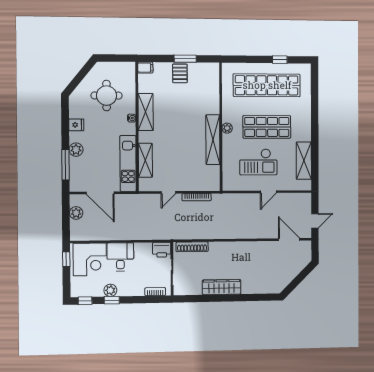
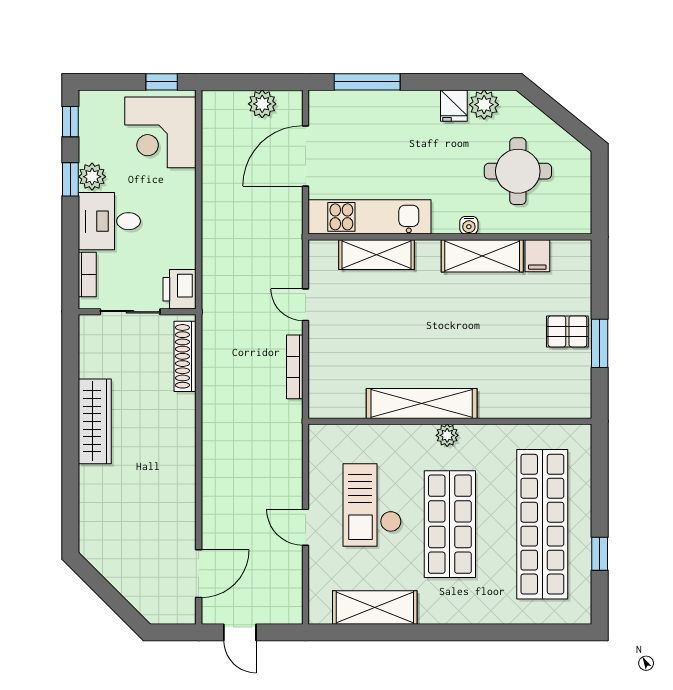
filing cabinet: (145, 68) -> (537, 256), moved
plant: (76, 150) -> (484, 105), moved
desk: (120, 257) -> (109, 221), moved, turned 180

